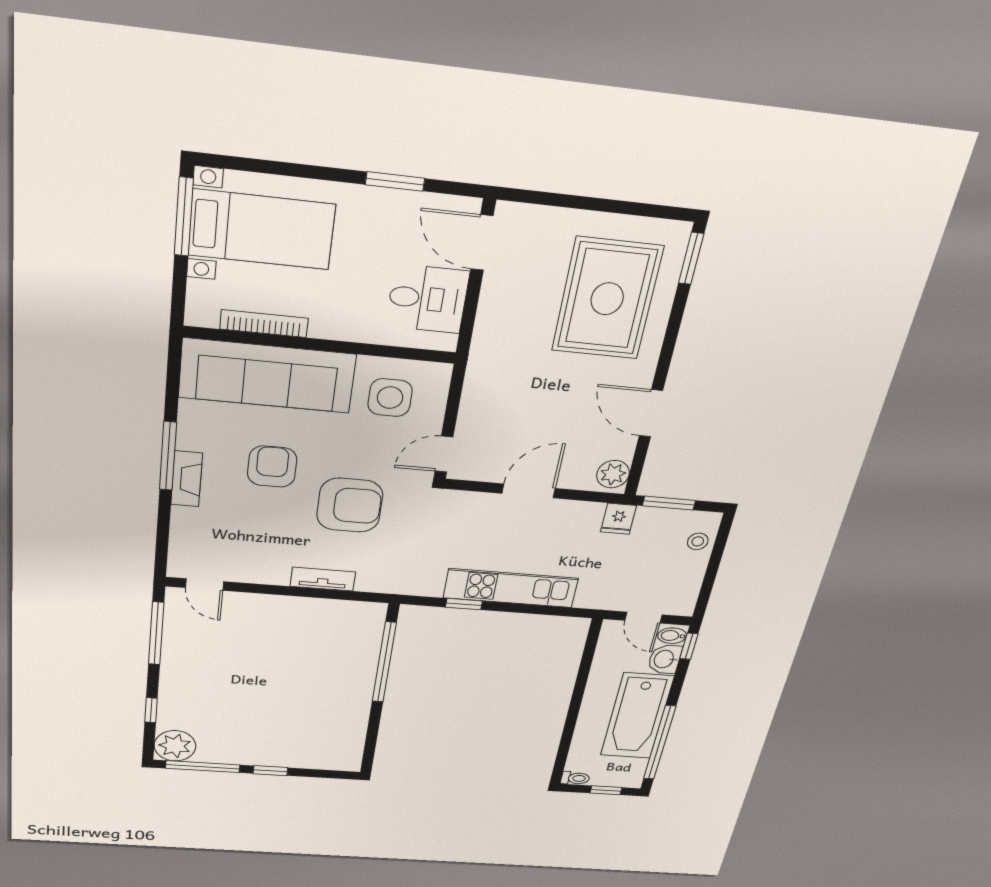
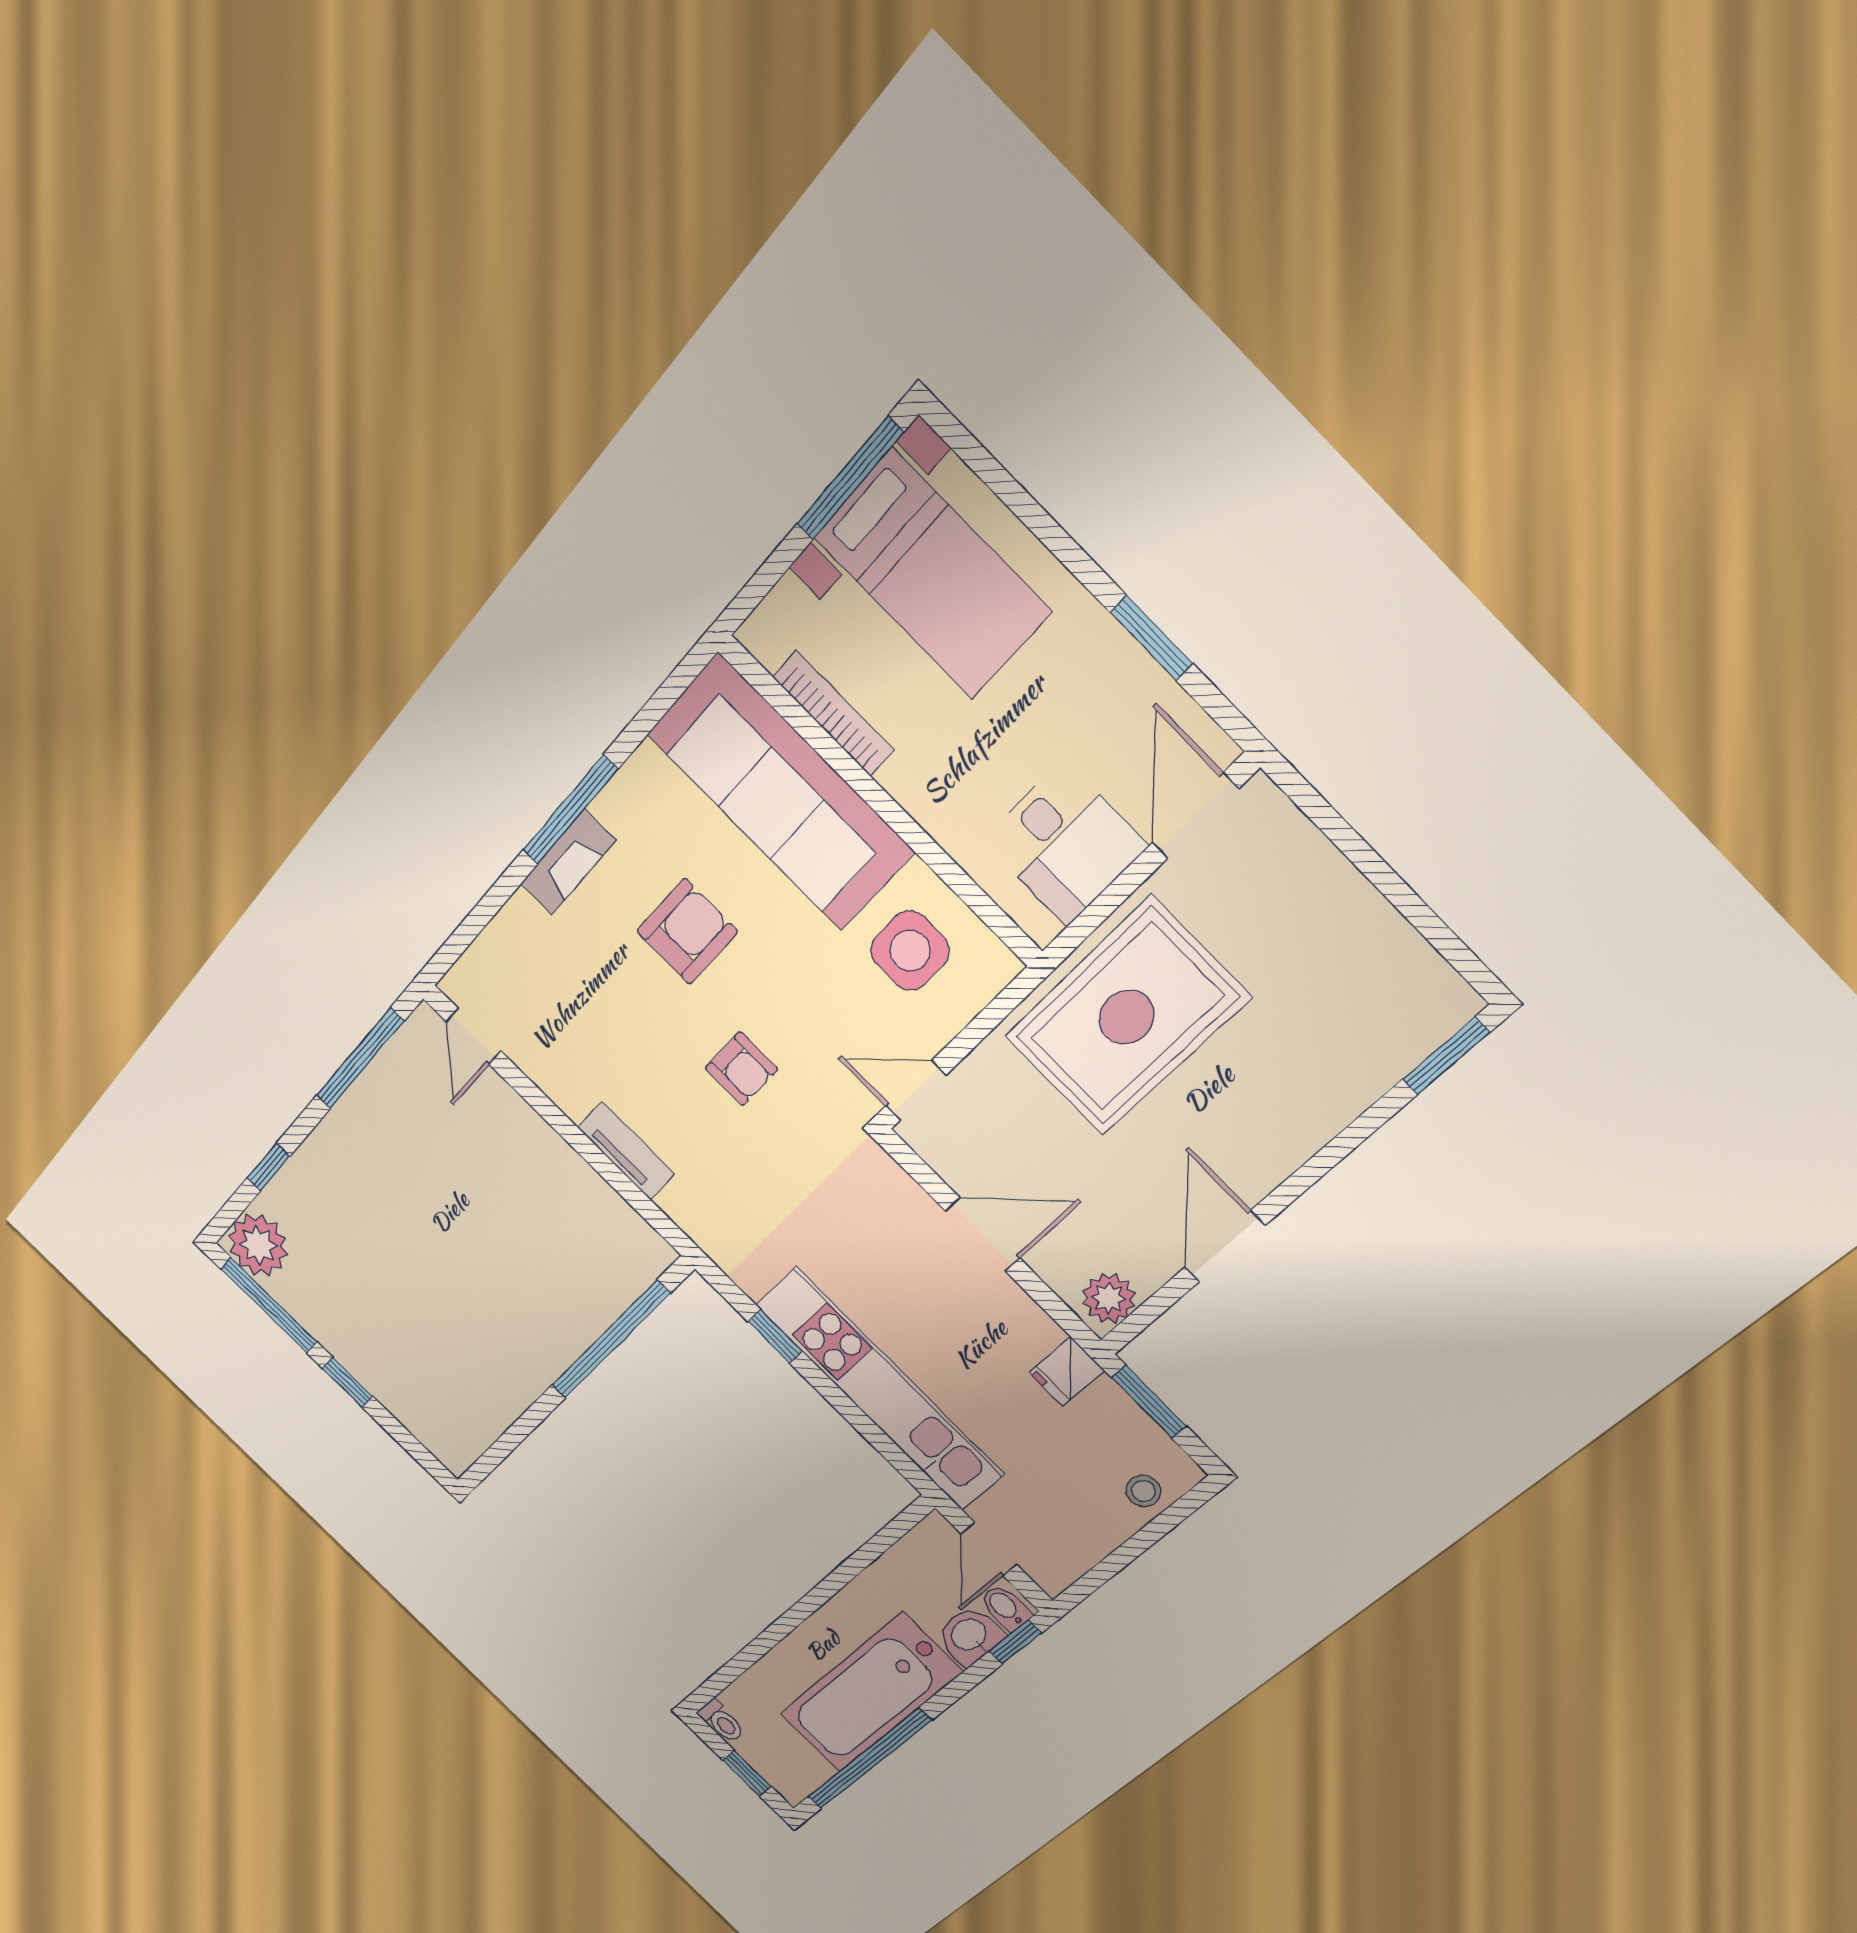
rug: (607, 299) -> (1127, 1017), moved
armchair: (350, 505) -> (741, 1069), width x0.53, depth x0.53
kitchen unit: (511, 588) -> (880, 1390), width x1.36

